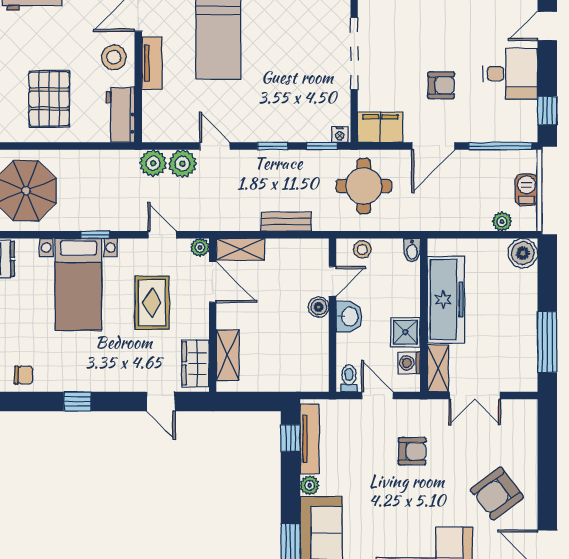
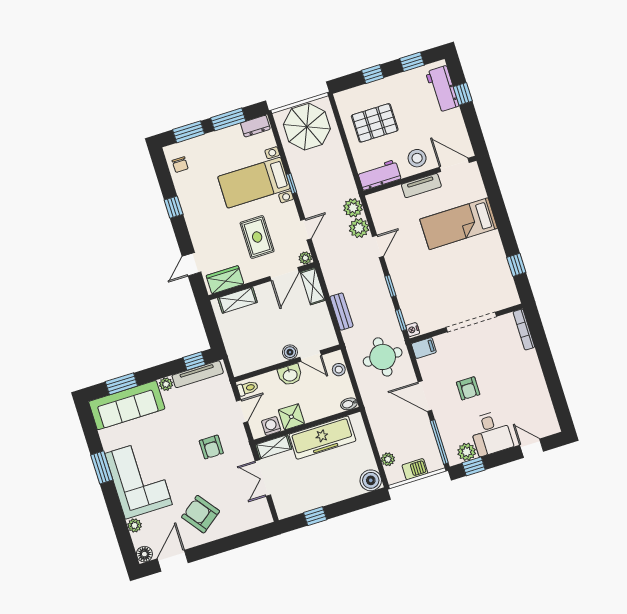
plant: (525, 114) -> (467, 452), added
filing cabinet: (380, 127) -> (424, 348), width x0.50
rug: (152, 303) -> (257, 237), turned 90
window: (547, 342) -> (315, 516), width x0.46

